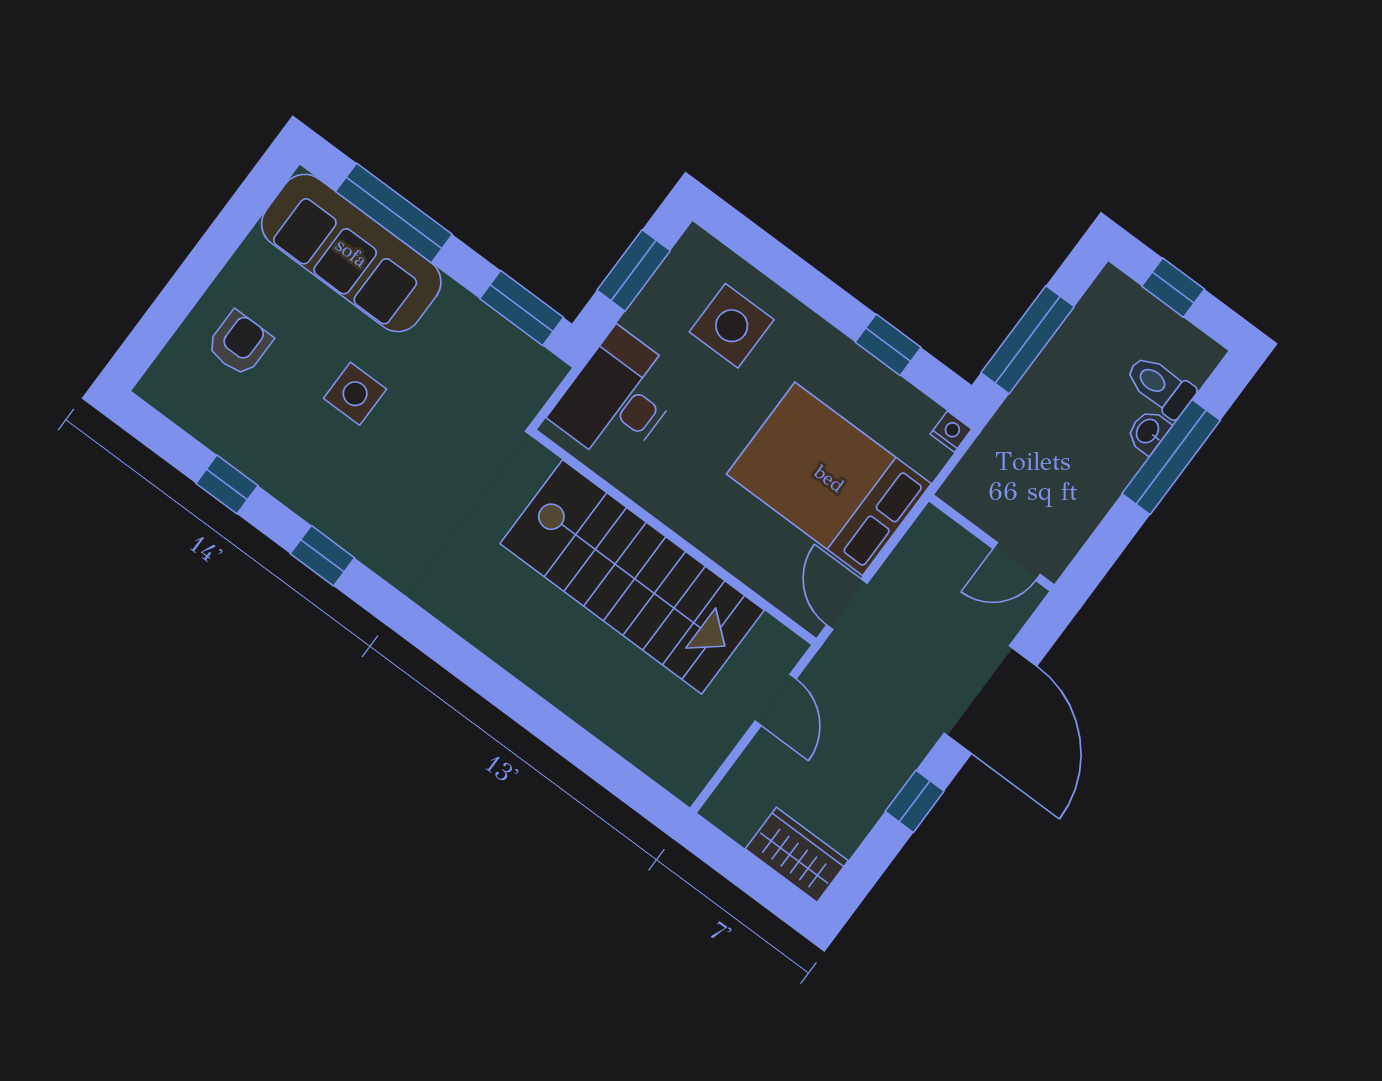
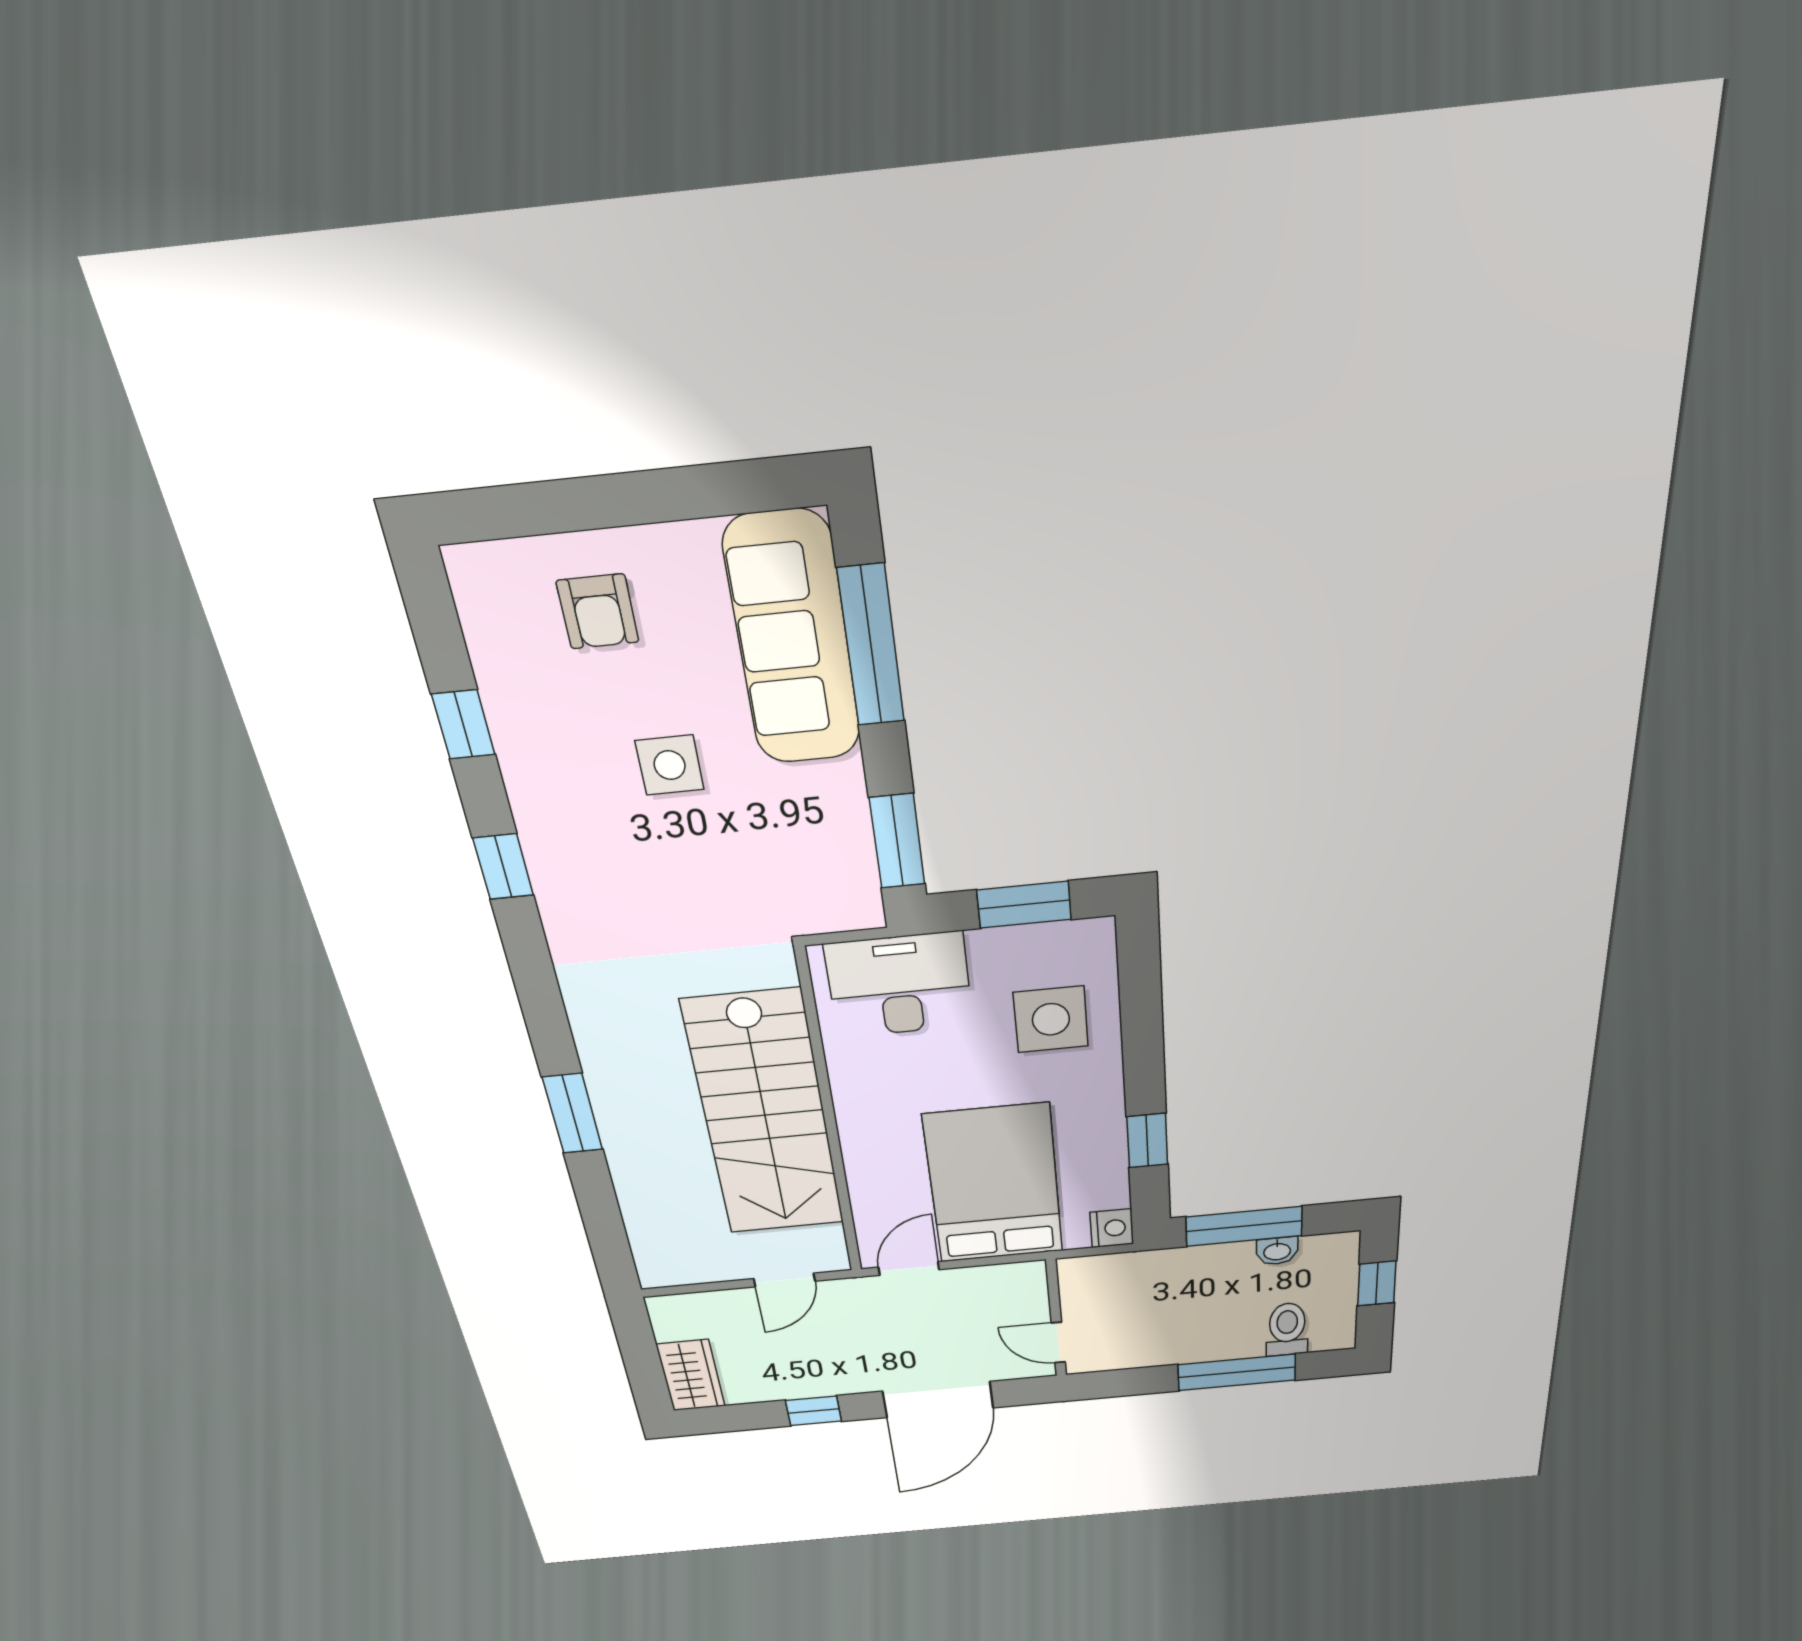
armchair: (239, 343) -> (598, 611), turned 90
nightstand: (951, 432) -> (1112, 1228), width x1.39, depth x1.35
washbasin: (1148, 432) -> (1277, 1251), moved, turned 180
window: (515, 699) -> (573, 1114), added

